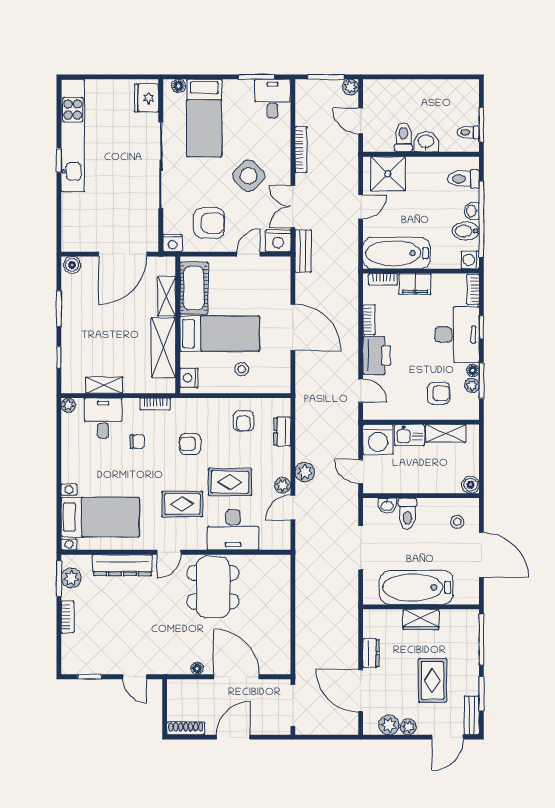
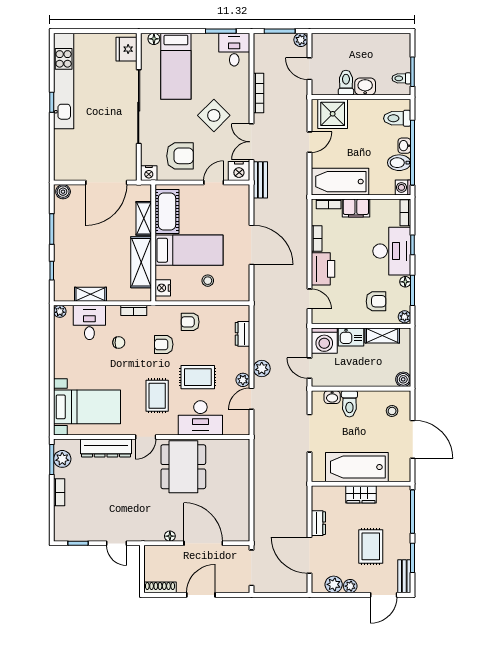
plant: (472, 385) -> (405, 317), moved
armchair: (243, 421) -> (190, 322), moved, turned 90
rug: (182, 504) -> (157, 396), turned 90

